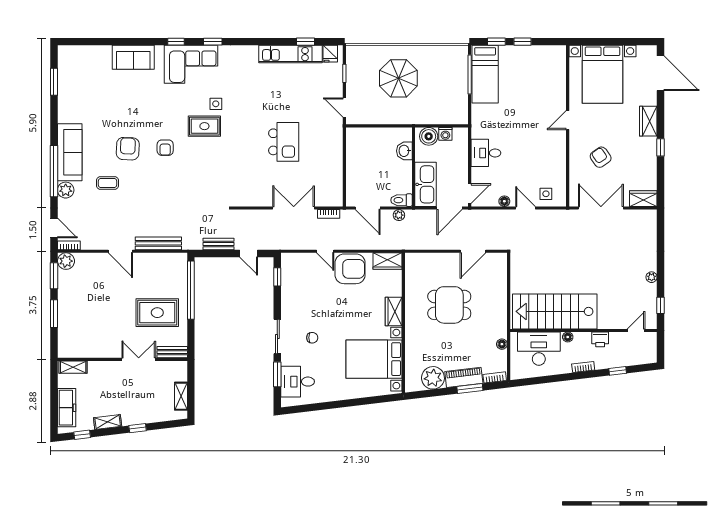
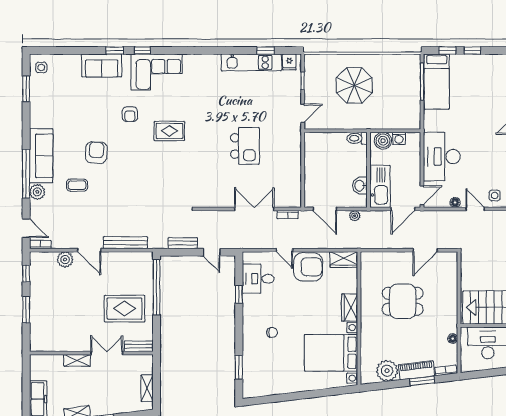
window: (213, 42) -> (115, 50), moved
side table: (216, 104) -> (41, 67), moved
door: (344, 107) -> (303, 113), swing flipped
armchair: (165, 148) -> (130, 114), moved
washbasin: (404, 151) -> (360, 186), moved
desk: (486, 153) -> (442, 157), width x1.87, depth x1.30
toilet: (401, 200) -> (357, 138), moved
plant: (66, 261) -> (65, 260), moved
window: (54, 276) -> (26, 274), width x0.67
window: (277, 277) -> (239, 294), moved
sliding door: (277, 336) -> (239, 331), removed
shelving: (73, 367) -> (77, 360), moved
desk: (298, 382) -> (258, 279), moved

